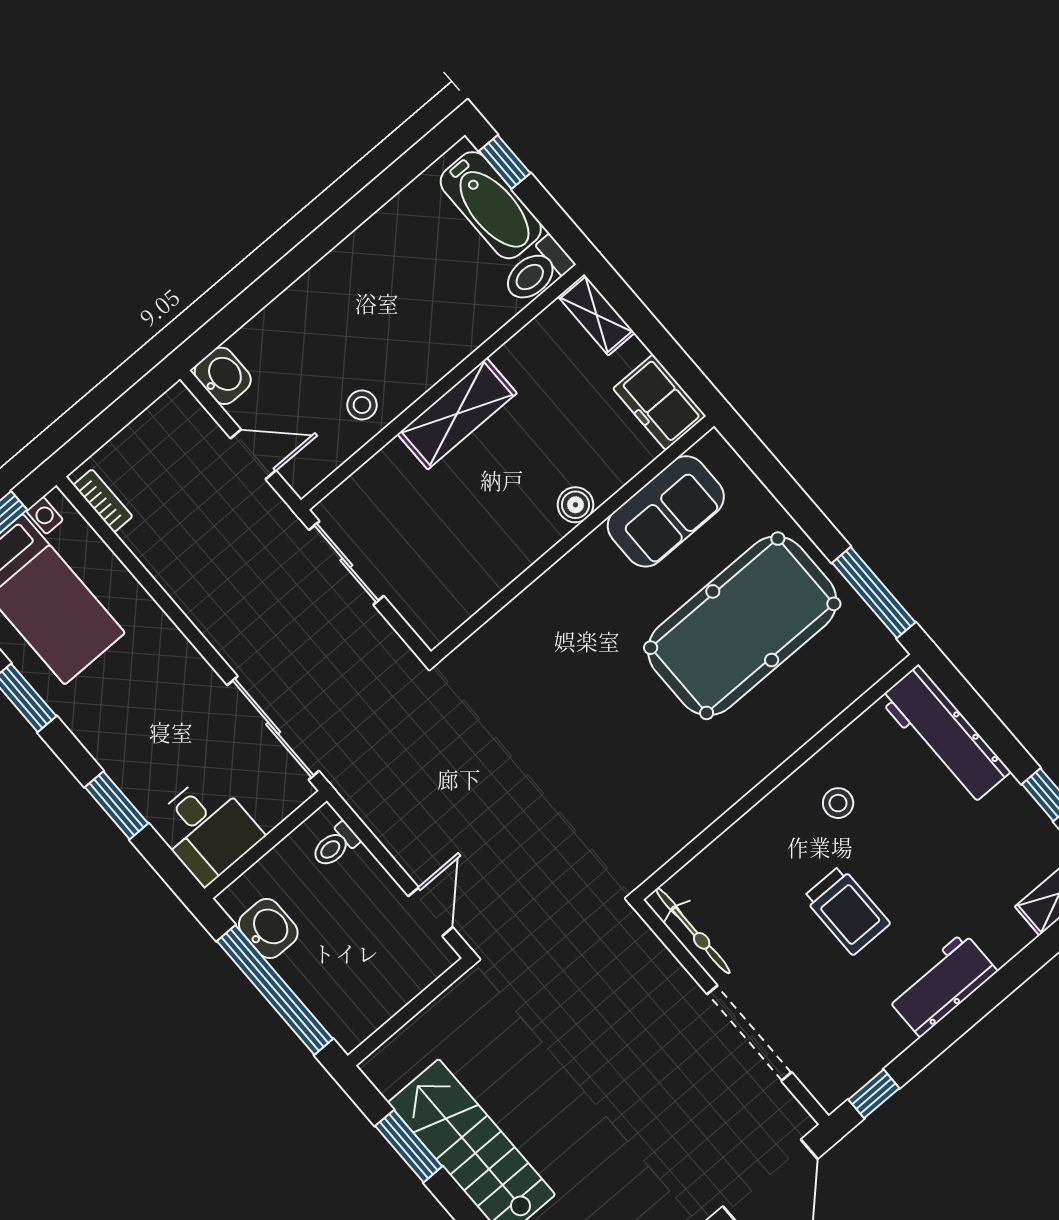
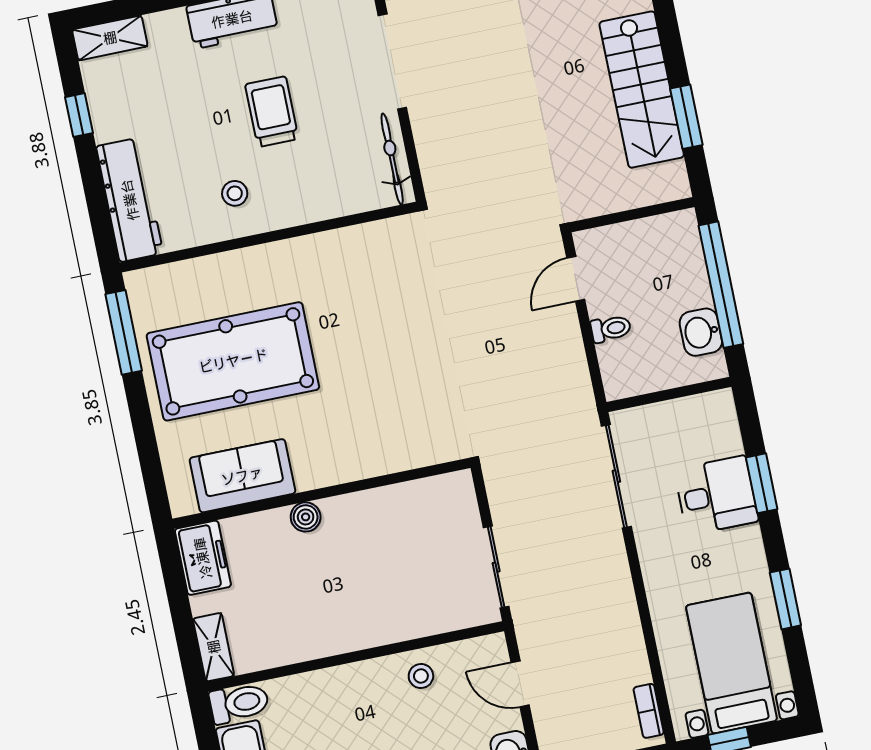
shelving: (457, 414) -> (355, 631), removed
desk: (207, 829) -> (716, 495), moved, turned 90
toilet: (335, 845) -> (611, 329), moved

